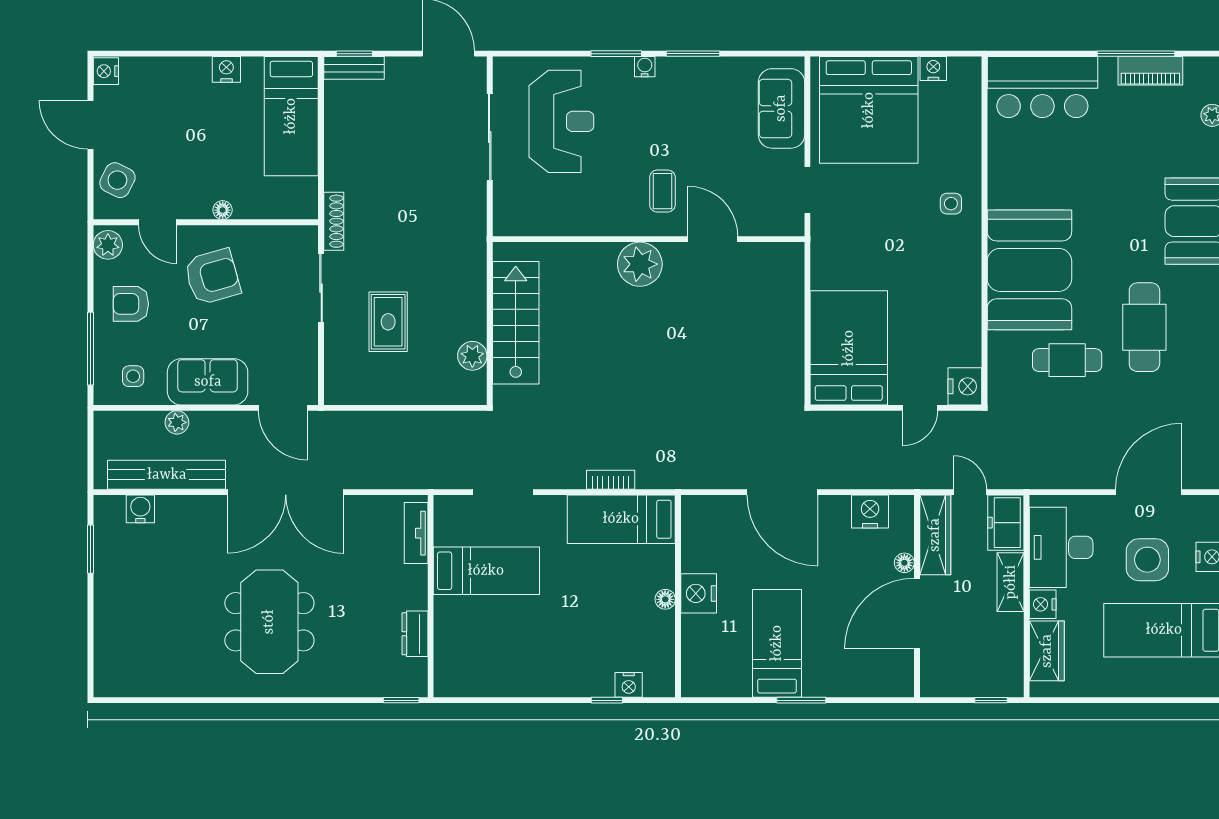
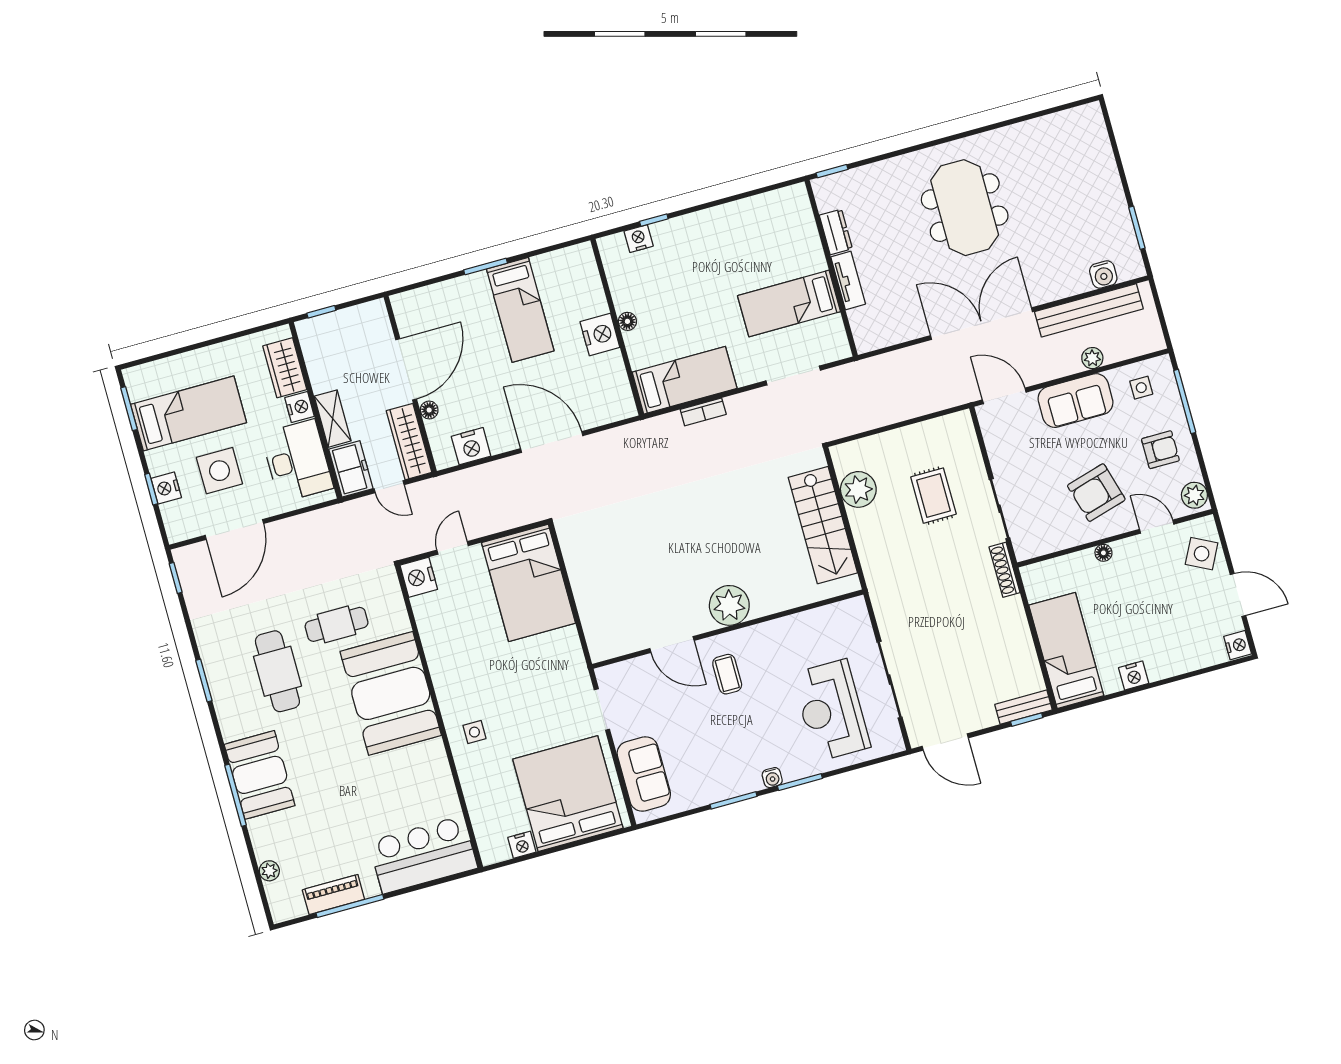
plant: (472, 356) -> (858, 489), width x1.36, depth x1.36
tv unit: (416, 533) -> (848, 280), moved

